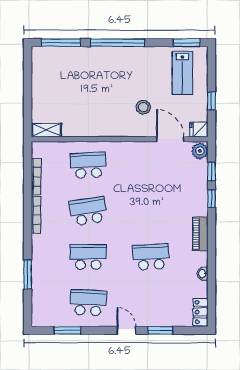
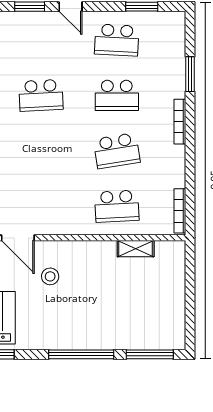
shelving: (46, 130) -> (136, 249), moved
bookcase: (36, 177) -> (180, 211), moved
bookcase: (36, 215) -> (180, 122), moved

